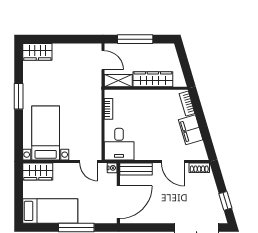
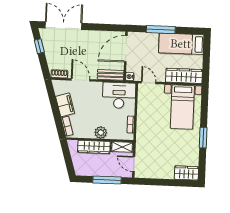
plant: (145, 97) -> (101, 133), added
desk: (119, 144) -> (119, 95), width x1.37
wardrobe: (38, 172) -> (184, 76), width x1.50

